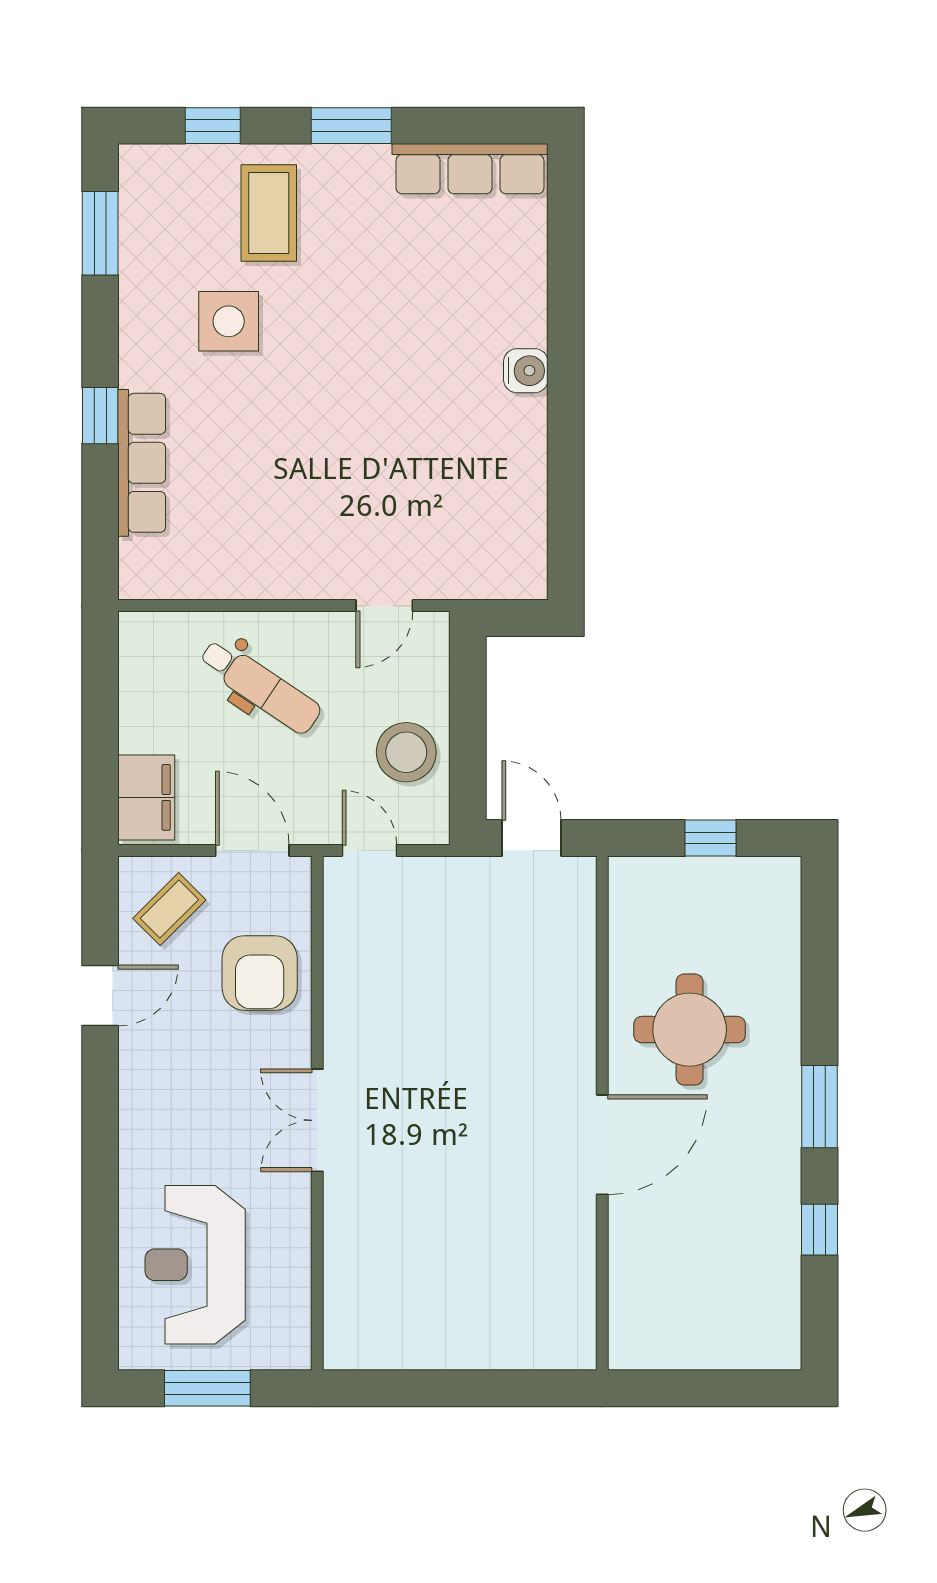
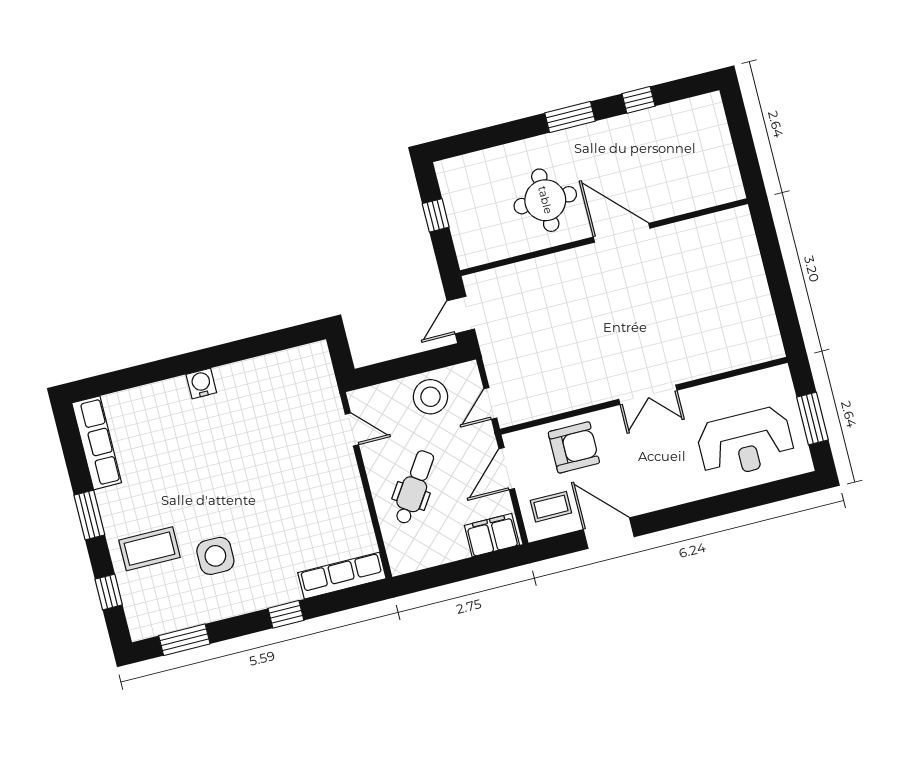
row of seats: (142, 463) -> (342, 576), moved
coffee table: (169, 909) -> (551, 507), turned -45
door: (100, 996) -> (609, 533), width x1.38

